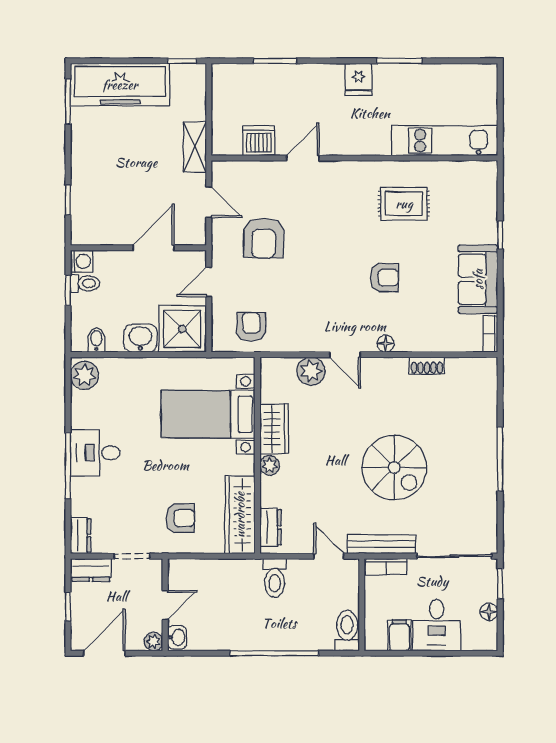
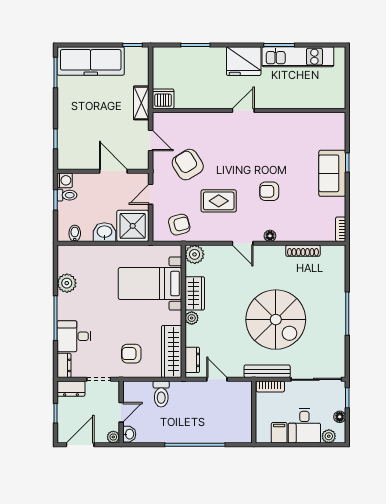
fridge: (359, 79) -> (244, 61), width x1.88, depth x1.34
dishwasher: (259, 141) -> (163, 99), moved
kitchen unit: (445, 141) -> (298, 57), moved, turned 180
door: (303, 158) -> (243, 111), moved
rug: (404, 204) -> (219, 201), moved
armchair: (264, 238) -> (188, 165), turned 147
door: (154, 248) -> (113, 171), hinge flipped
armchair: (384, 278) -> (269, 191), turned 180
sofa: (478, 279) -> (332, 173), moved
armchair: (251, 327) -> (179, 225), turned 75
shoe rack: (427, 366) -> (303, 251), width x1.43
plant: (311, 371) -> (195, 254), moved
plant: (85, 375) -> (67, 283), moved
desk: (95, 453) -> (74, 336), moved
spiral stairs: (394, 468) -> (276, 320), width x1.37, depth x1.37
armchair: (180, 518) -> (131, 354), turned 180
door: (329, 556) -> (217, 379), moved
toilet: (275, 578) -> (161, 394), moved
toilet: (347, 631) -> (244, 430), removed
plant: (473, 640) -> (329, 436), added

